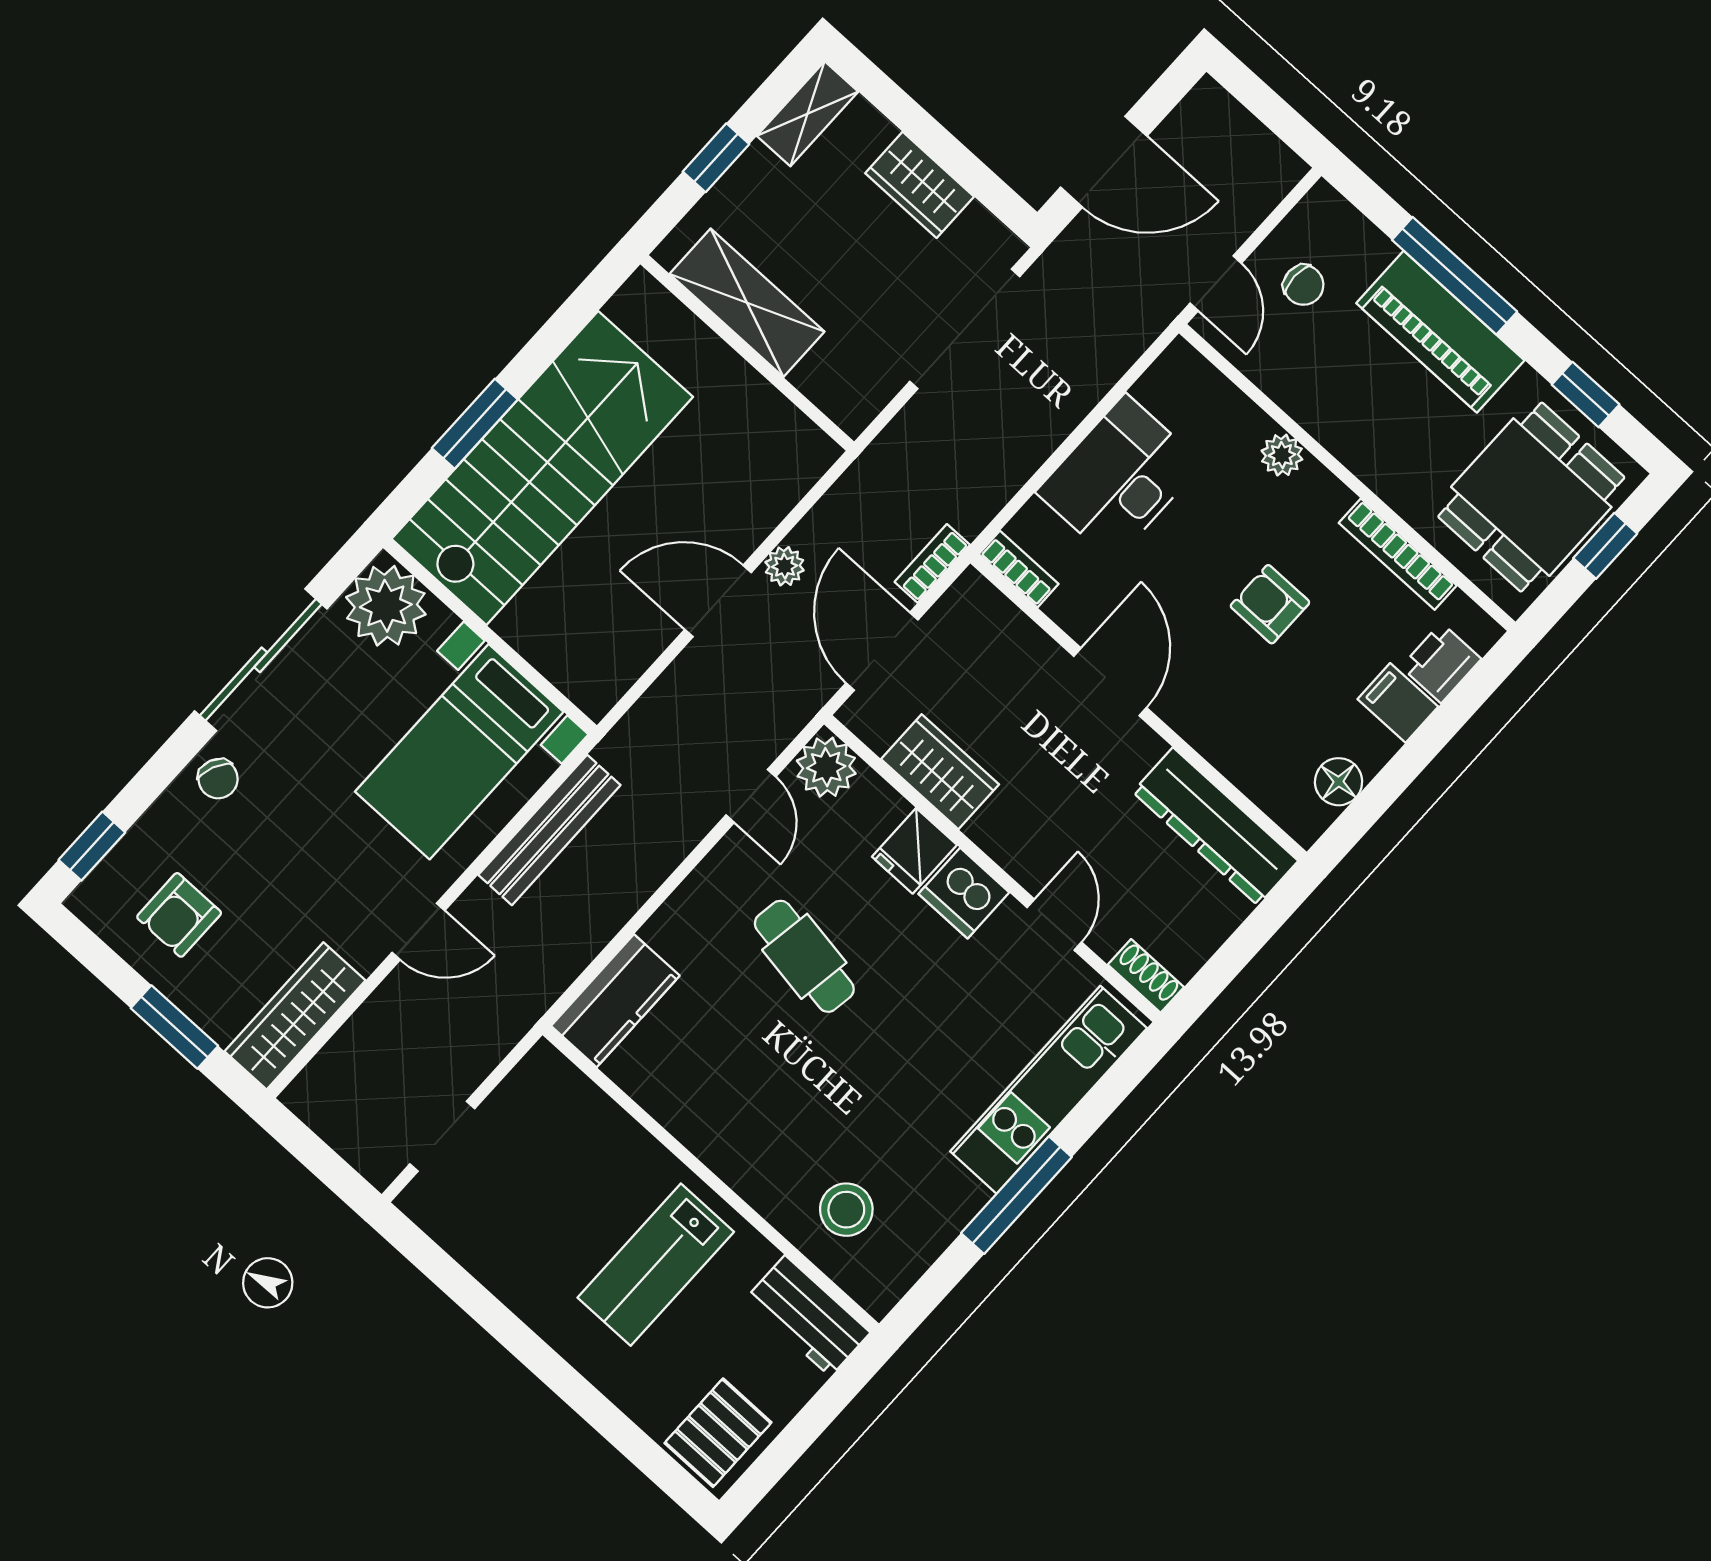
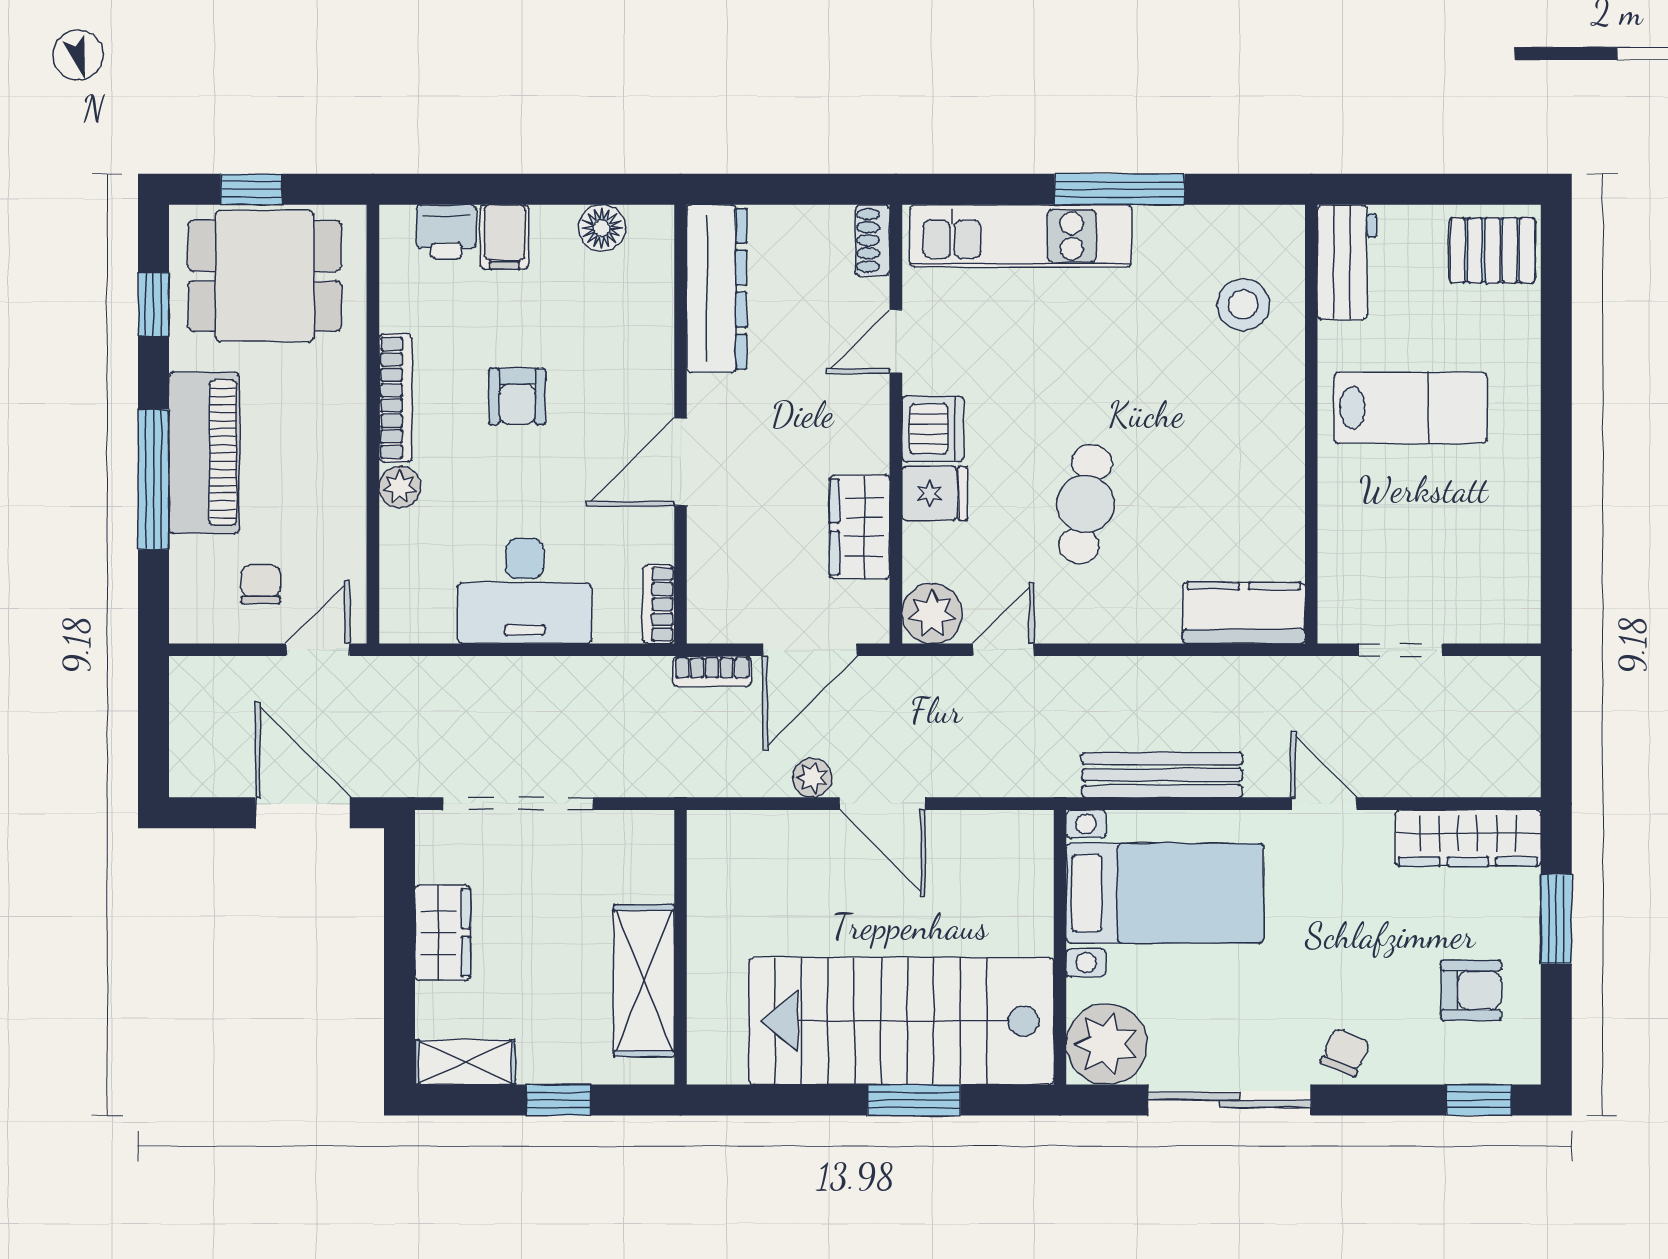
bookcase: (1398, 554) -> (395, 398), moved
doorway: (442, 1136) -> (1400, 650), moved

